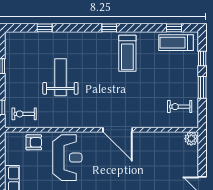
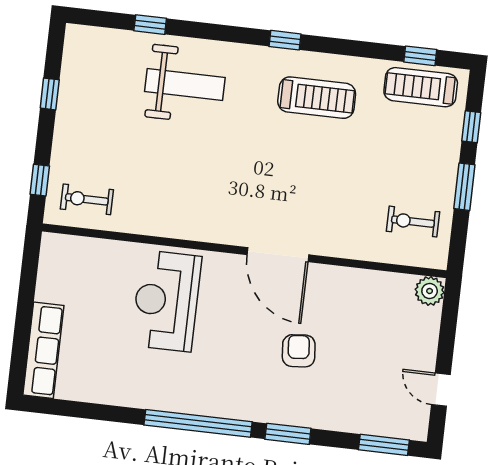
treadmill: (127, 53) -> (317, 98), turned -90
weight bench: (60, 77) -> (185, 85), moved, turned 90
armchair: (34, 142) -> (299, 351), moved, turned -95
reception desk: (67, 158) -> (166, 301), turned 180

